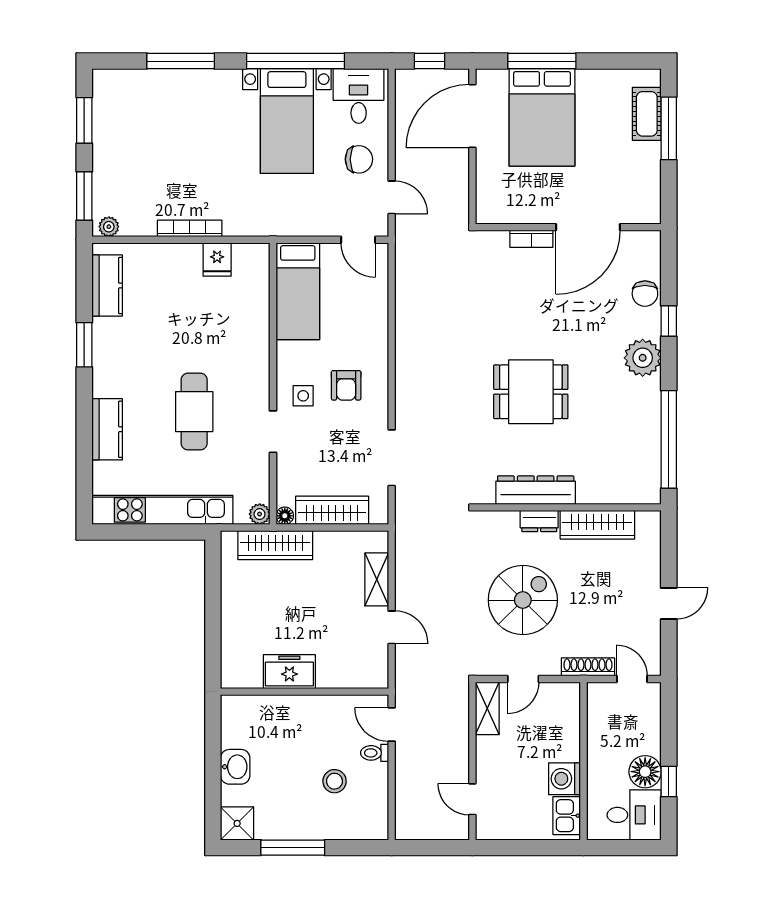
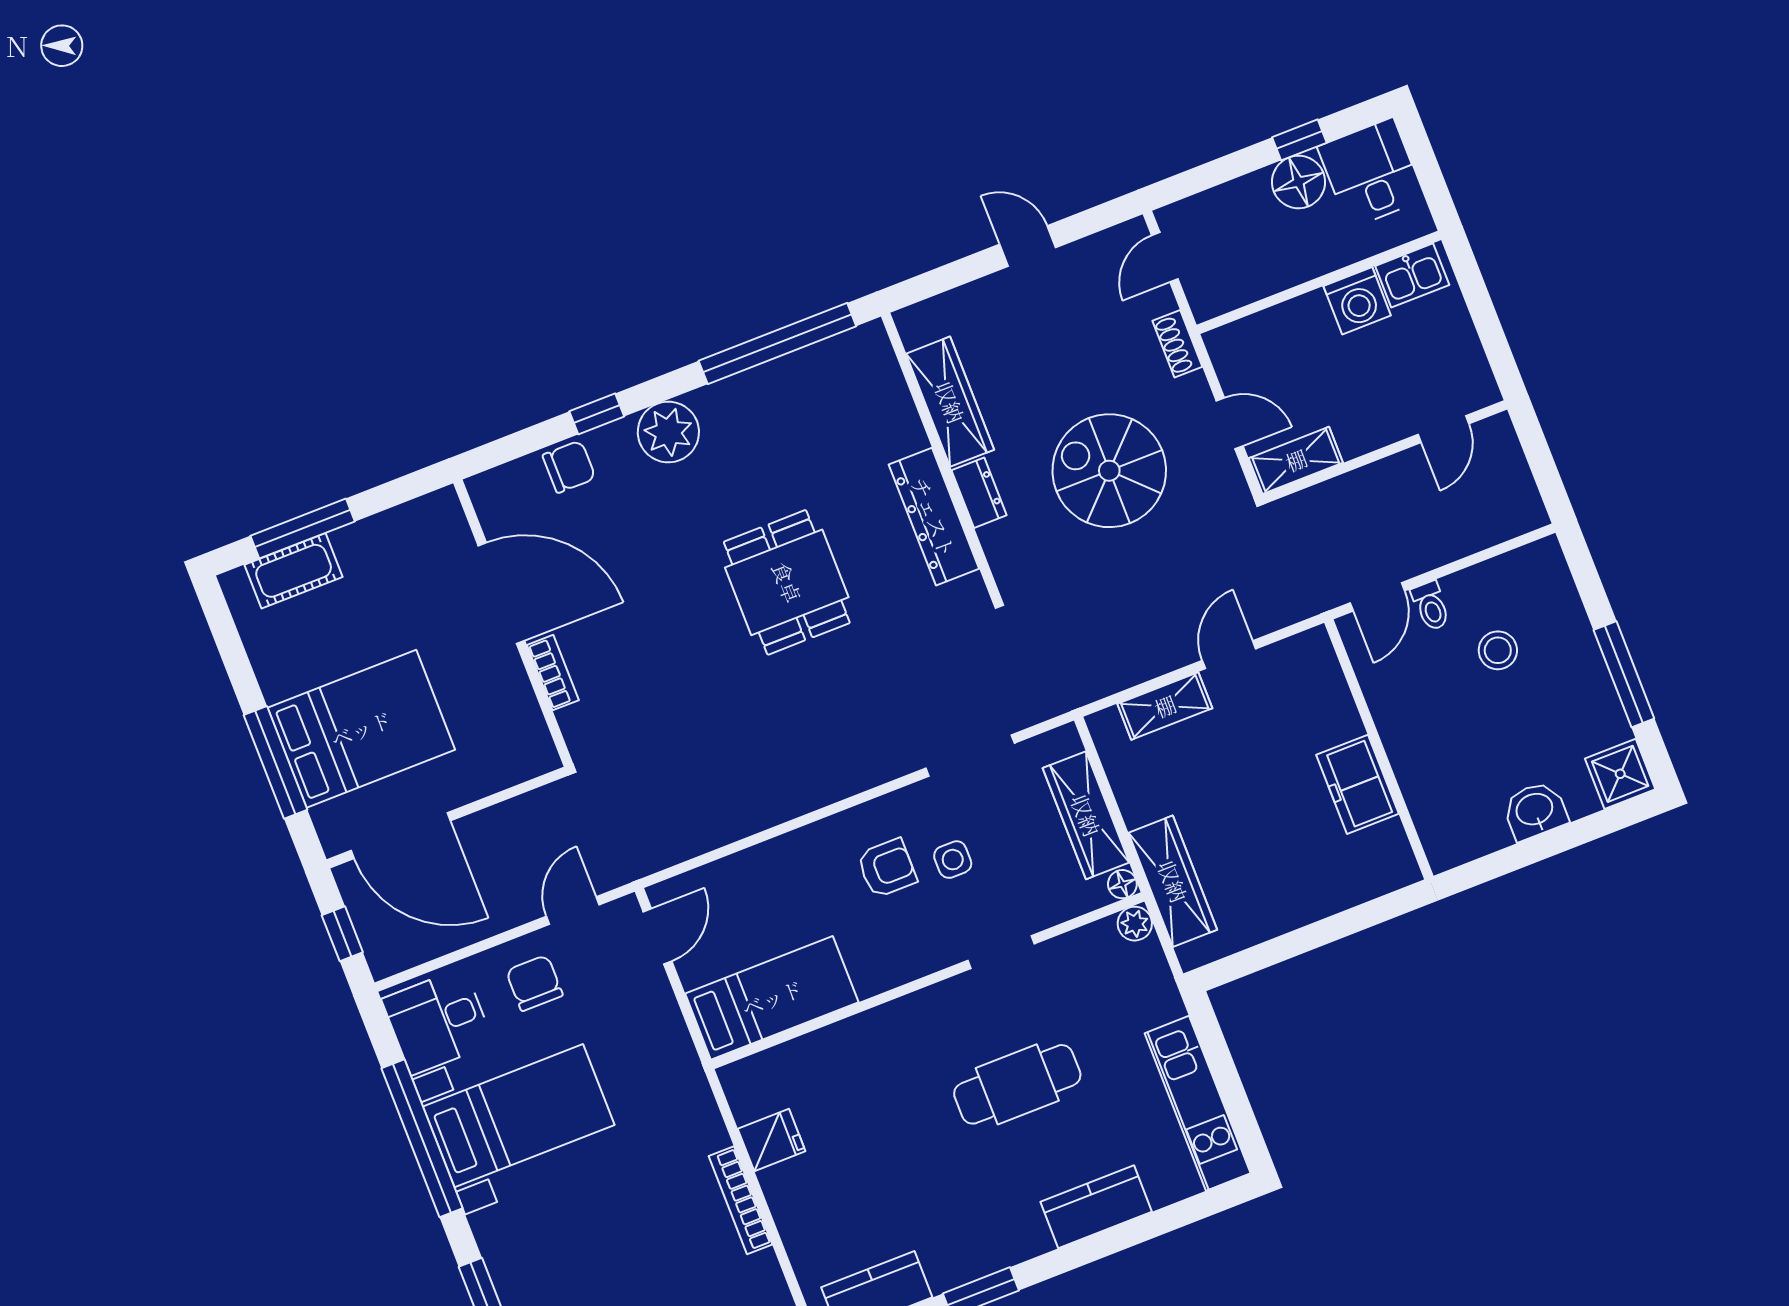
side table: (303, 396) -> (953, 860), moved
kitchen unit: (162, 510) -> (1198, 1103), width x0.73
shoe rack: (588, 667) -> (1177, 344), width x0.70

